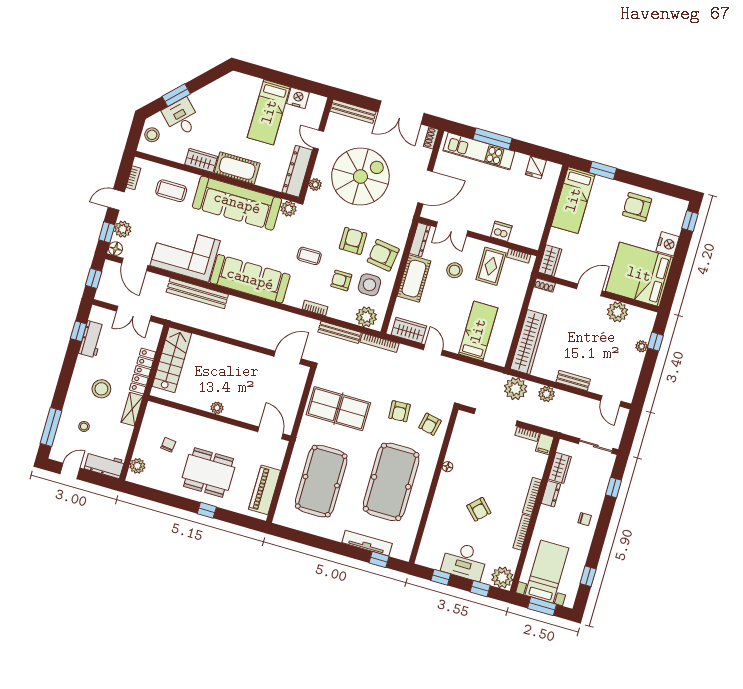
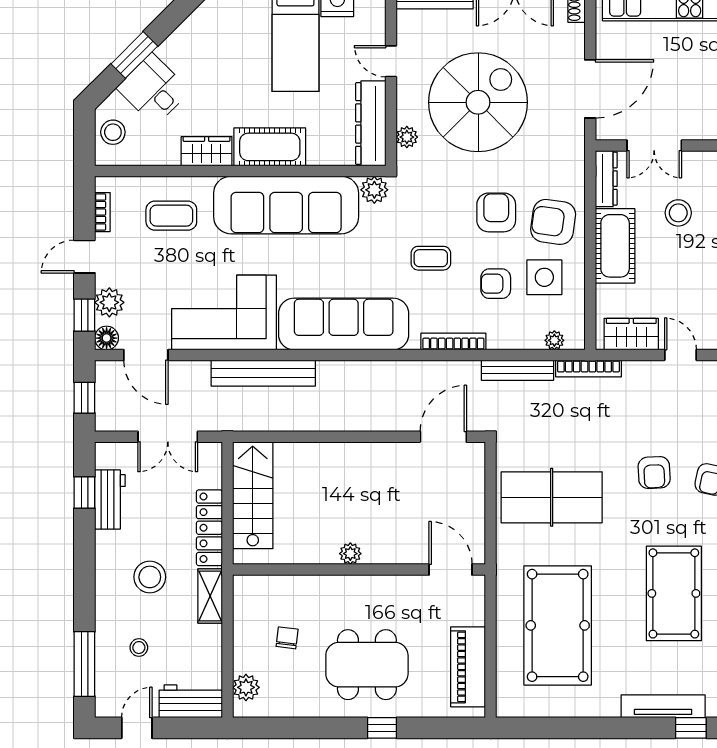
bookcase: (315, 308) -> (453, 342), width x1.56
plant: (366, 317) -> (554, 340), width x0.53, depth x0.53
pool table: (391, 482) -> (674, 593), width x0.73, depth x0.76

